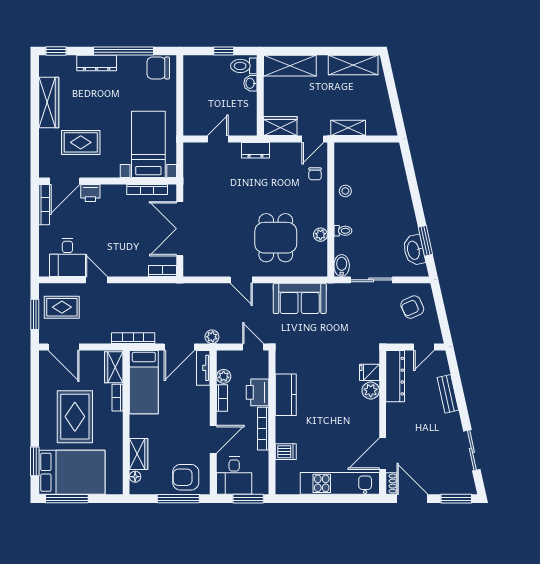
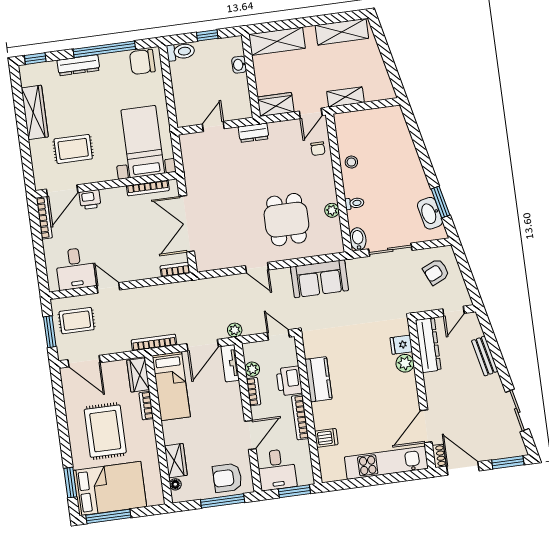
toilet: (244, 66) -> (181, 52), moved, turned 180

